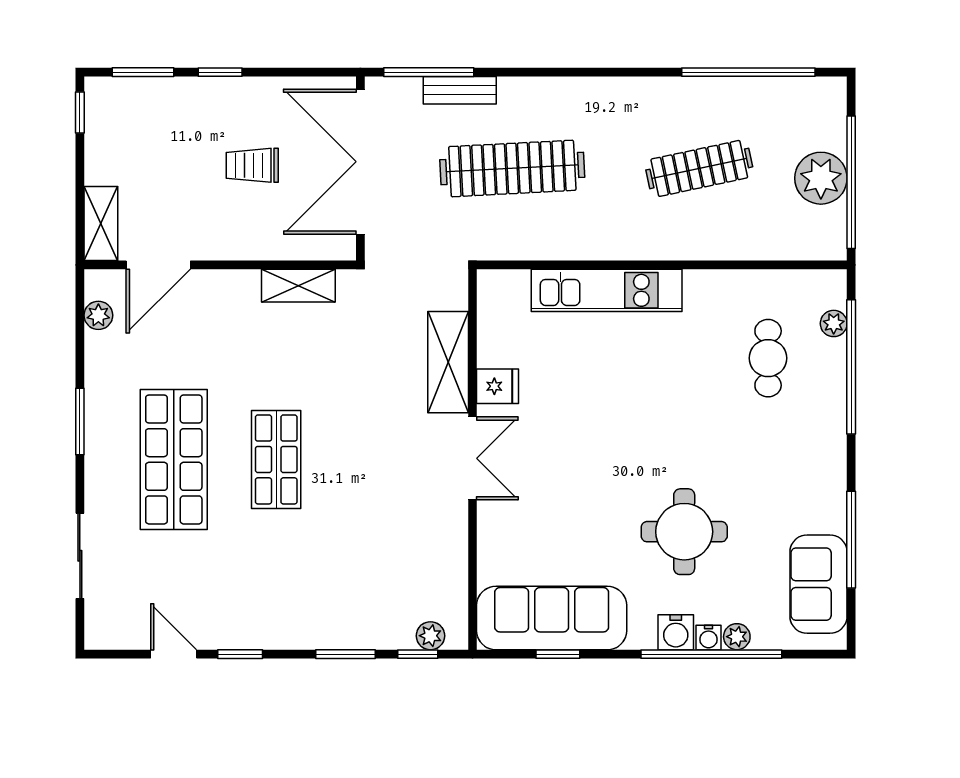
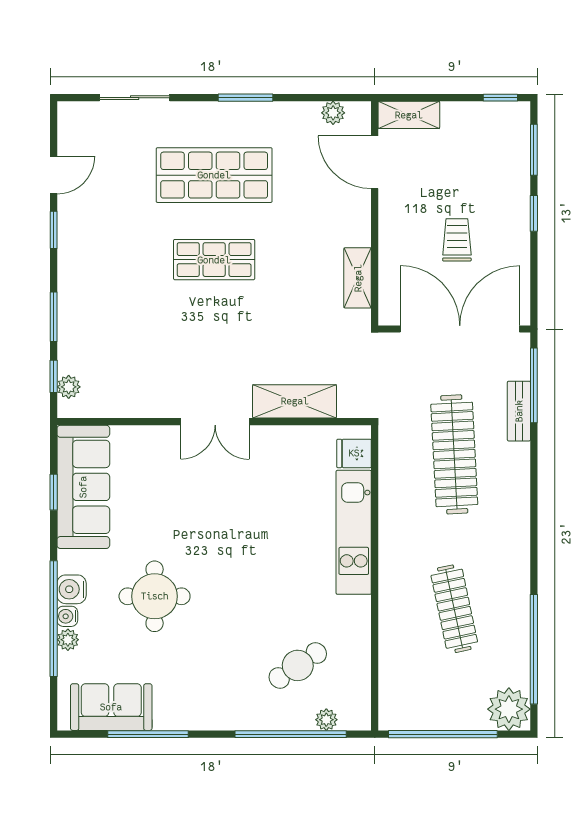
plant: (821, 178) -> (509, 709), moved
cafe table: (768, 358) -> (298, 665), turned -34
fridge: (498, 386) -> (354, 453), moved, turned 90

